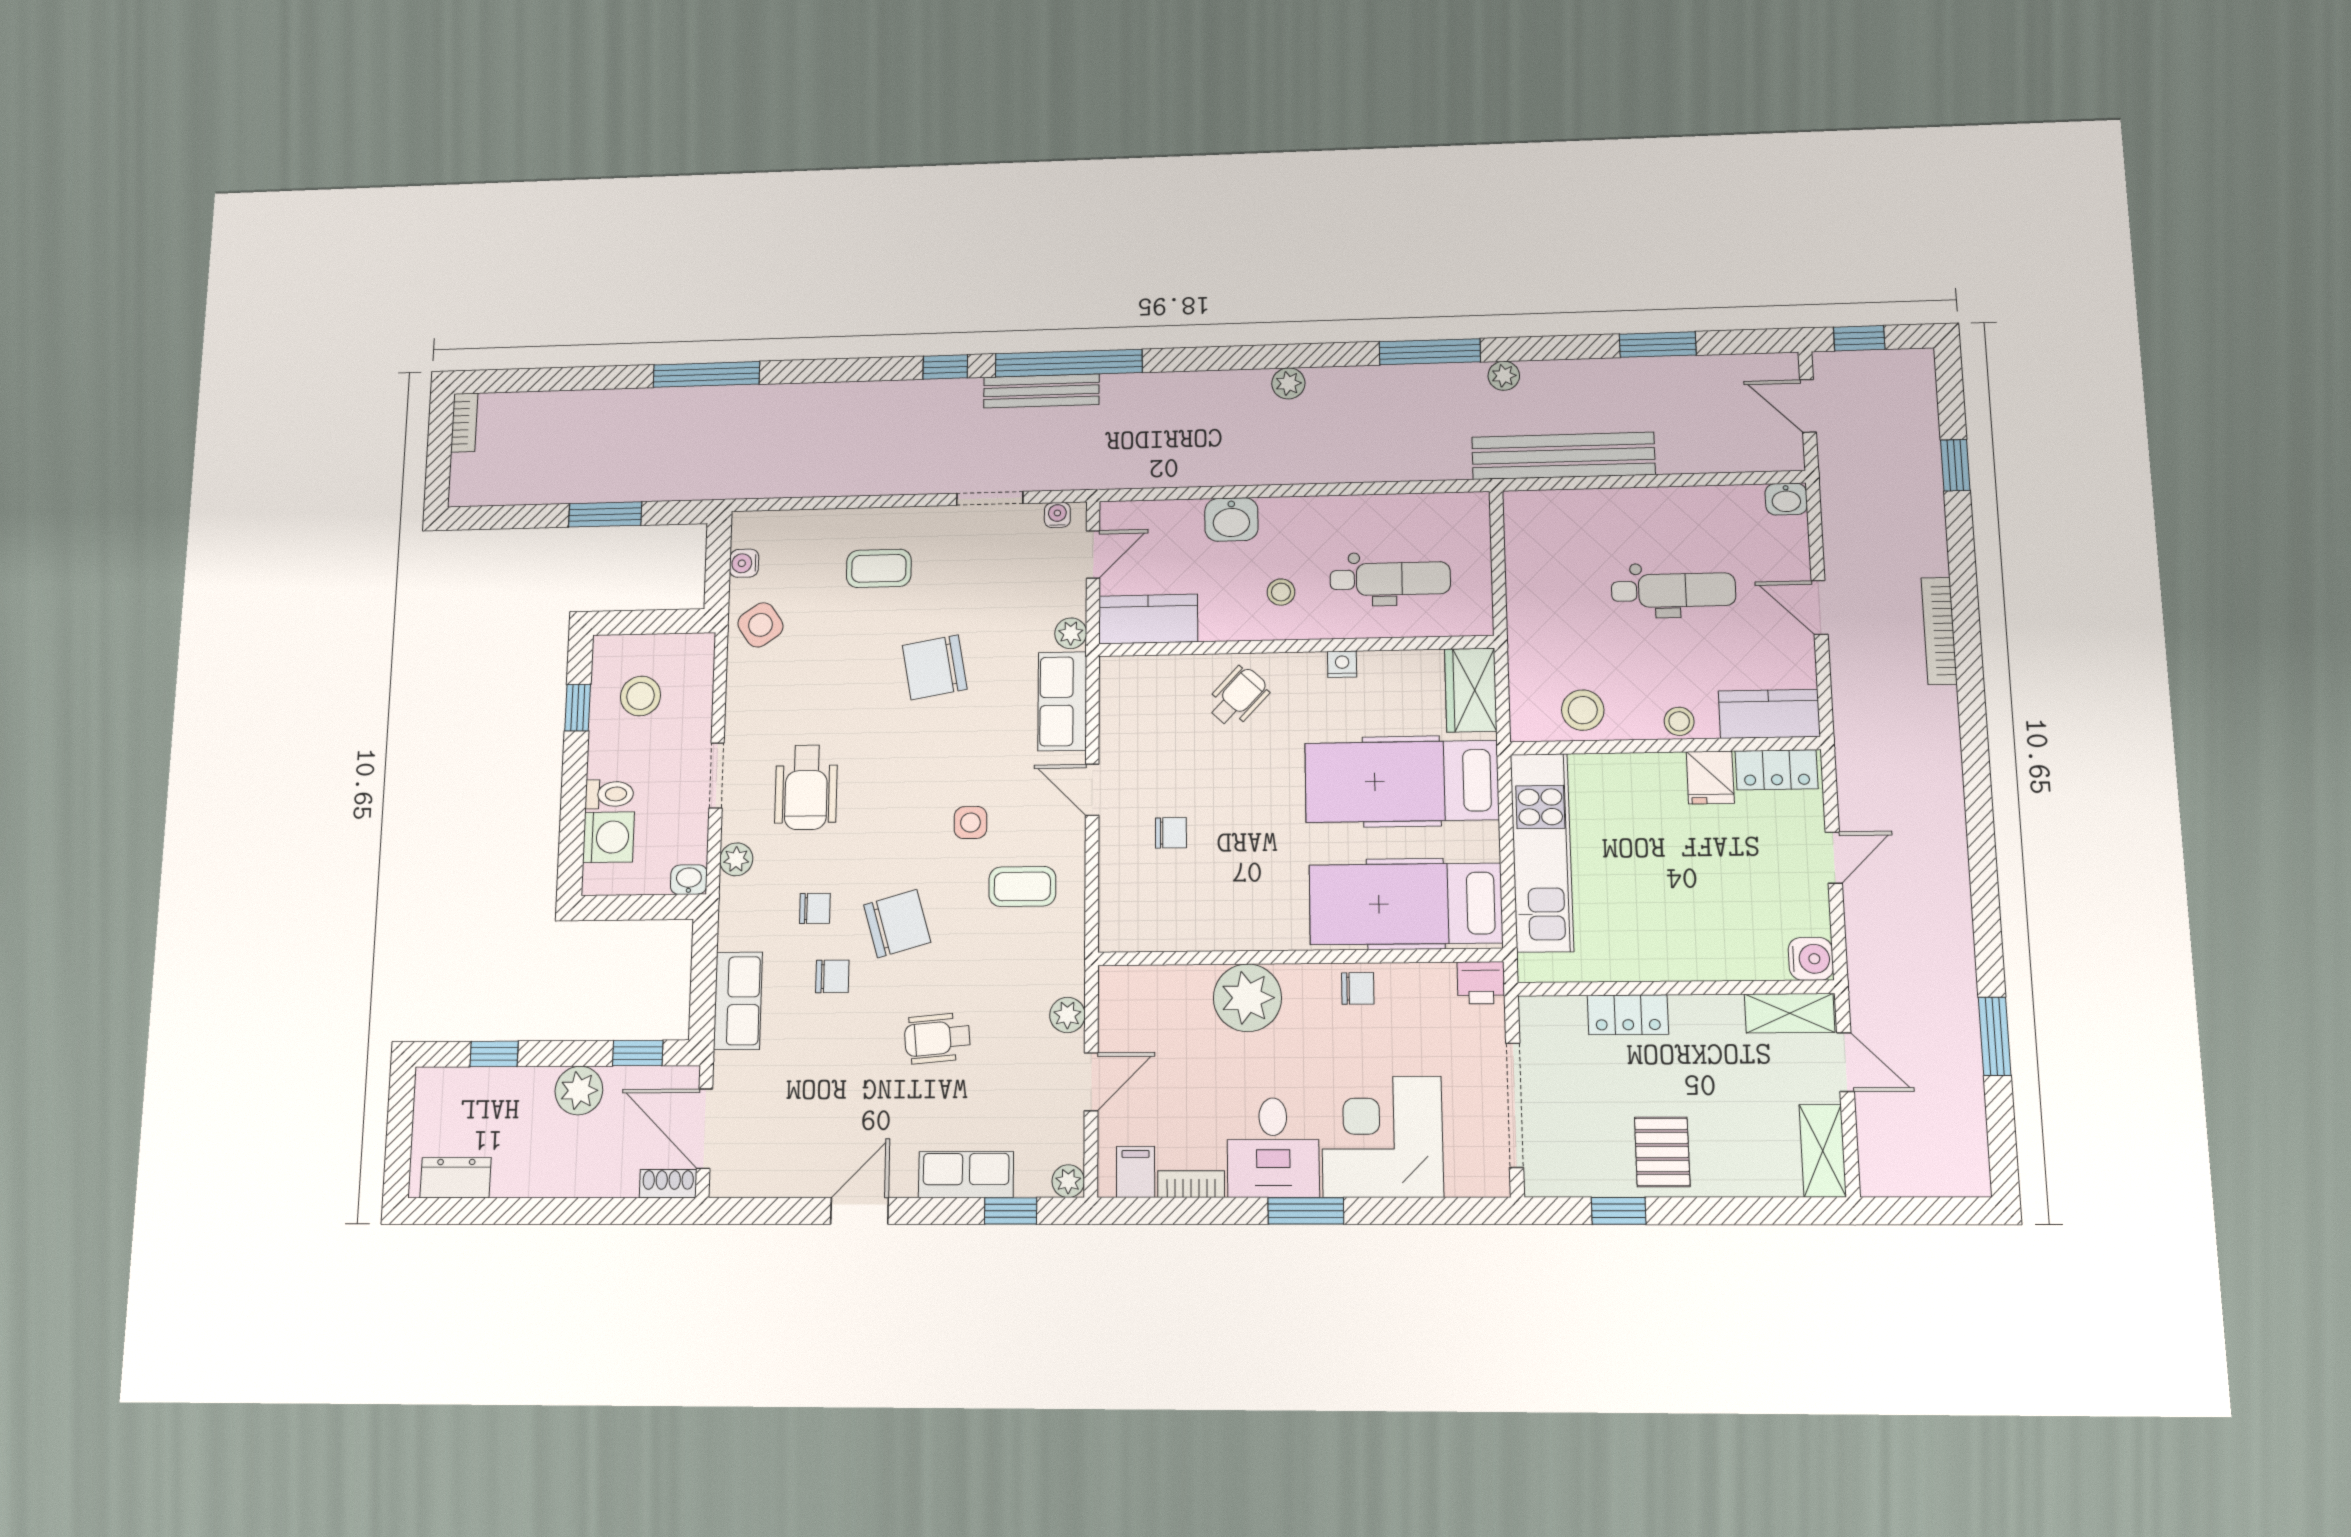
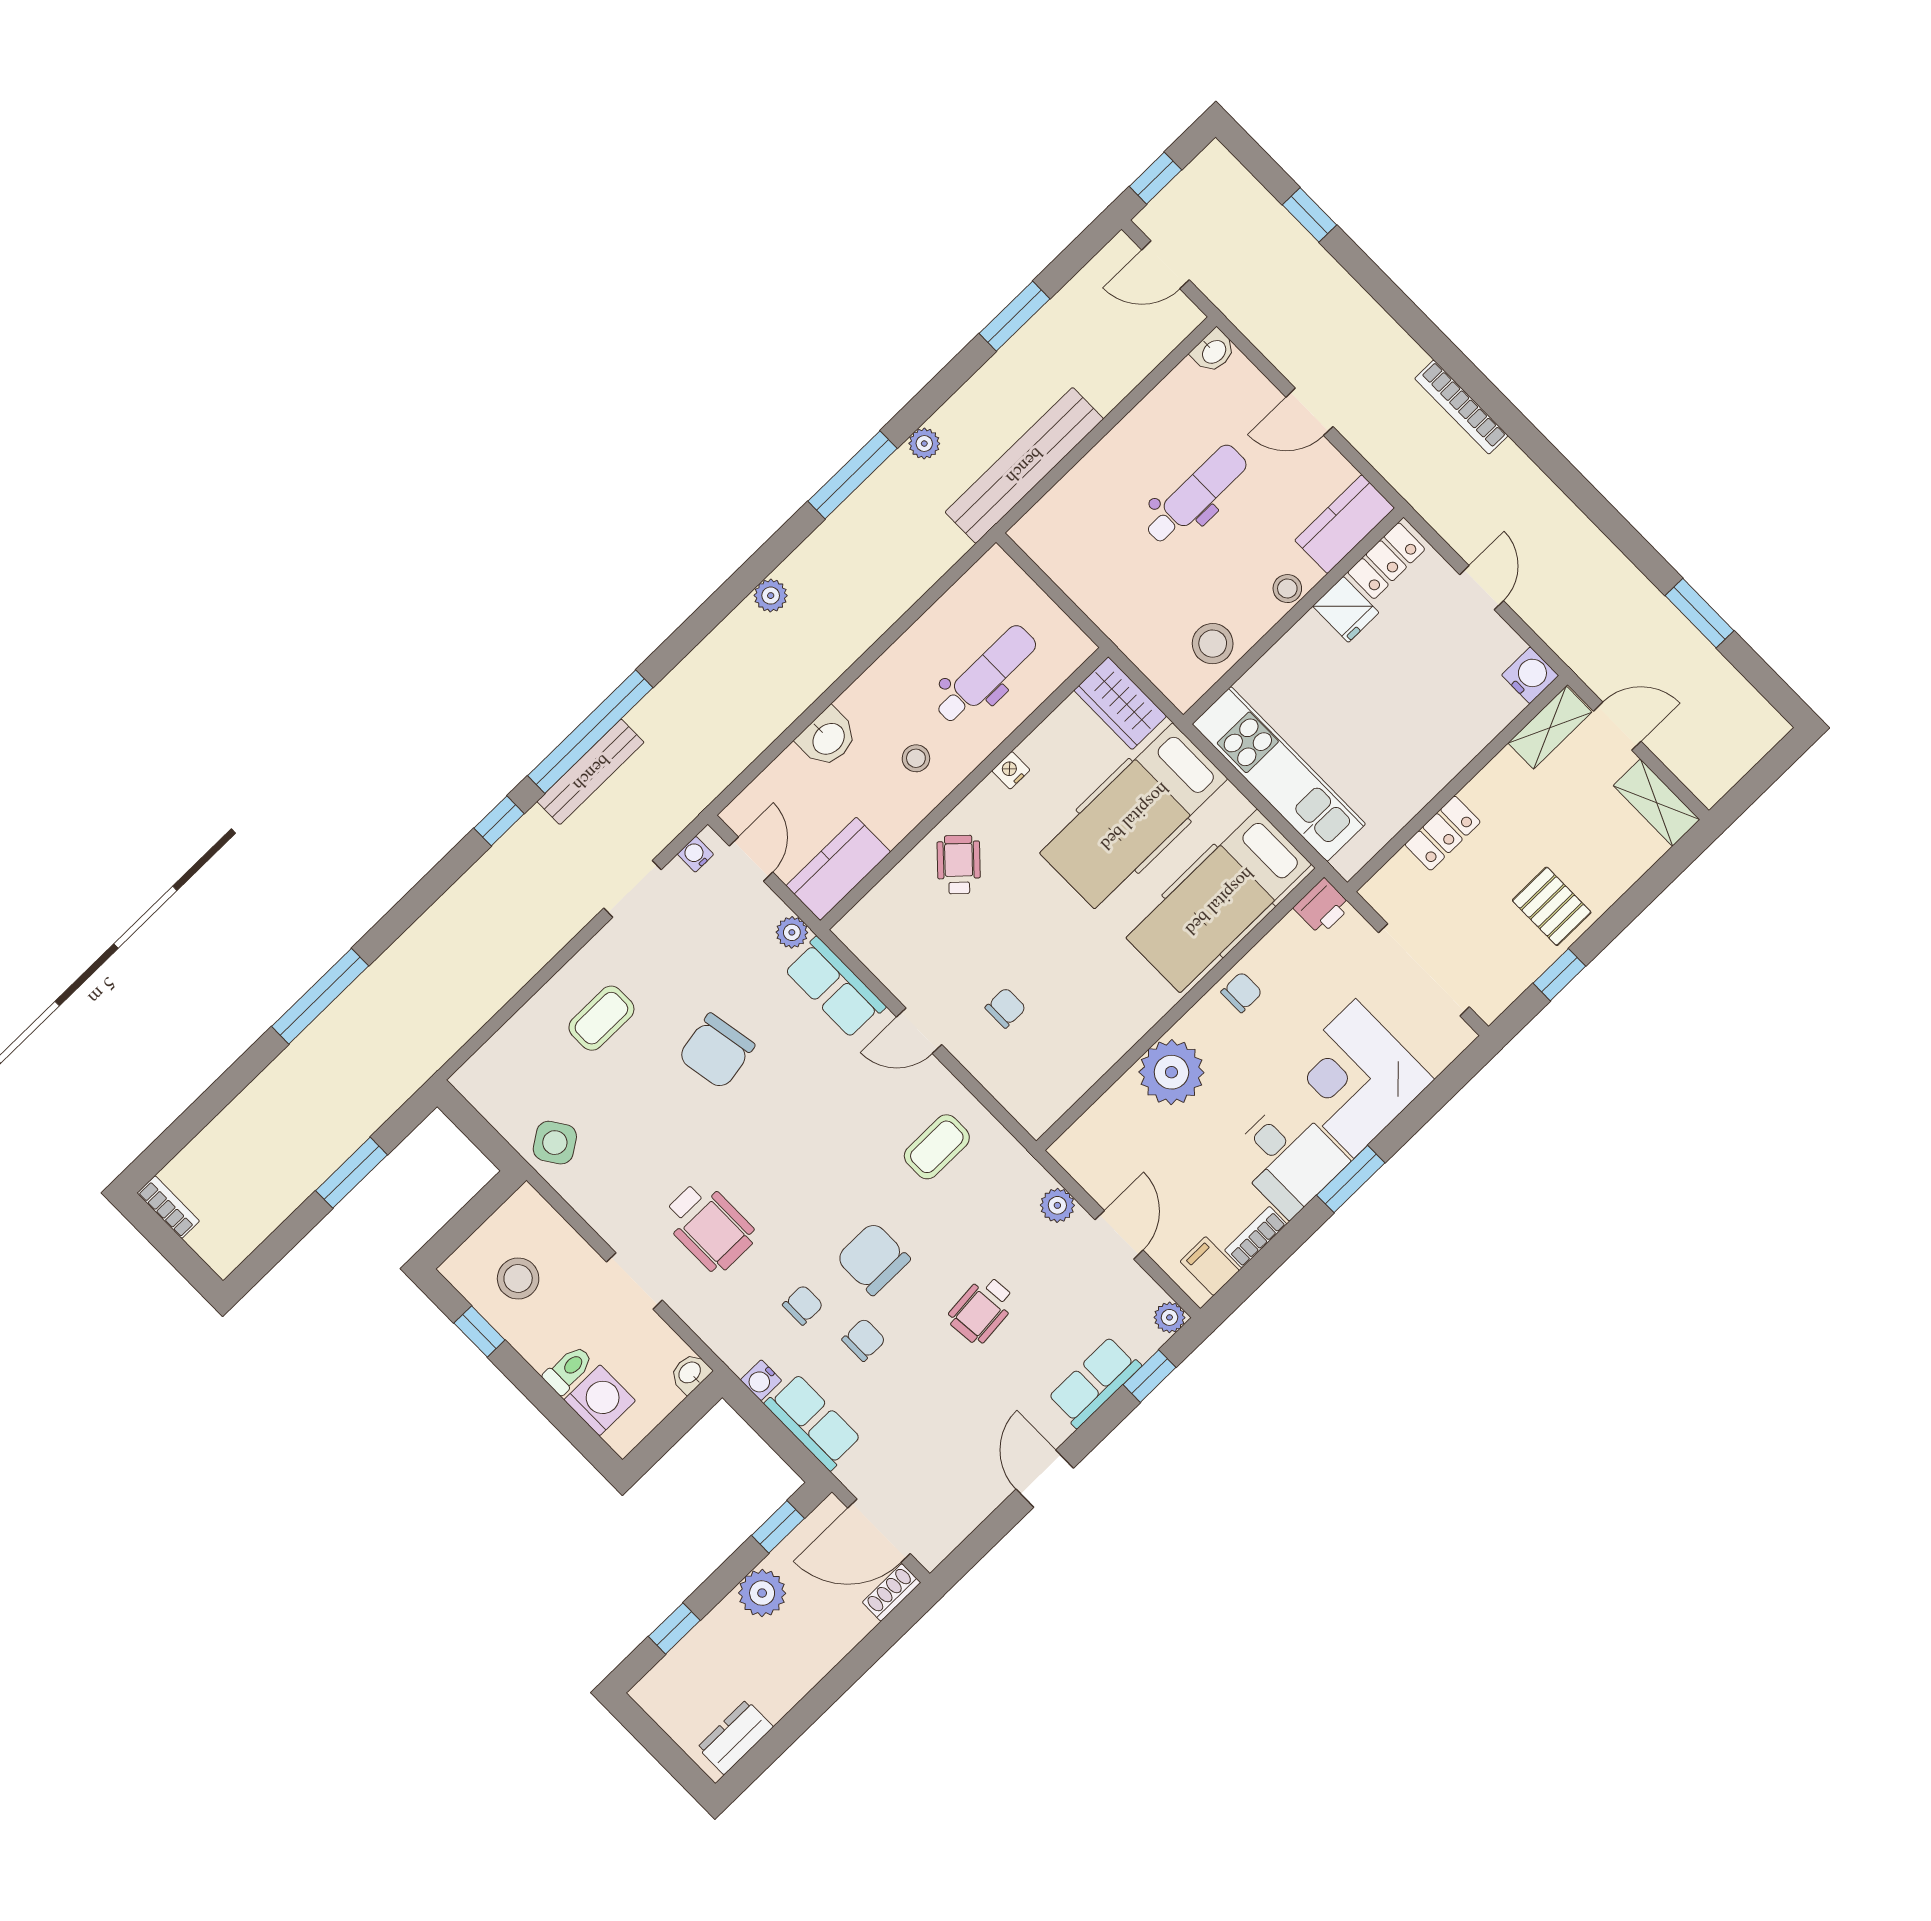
water cooler: (744, 563) -> (761, 1380), moved
bookcase: (1939, 631) -> (1461, 407), moved
side table: (970, 823) -> (855, 1137), removed
plant: (736, 859) -> (710, 1326), removed
chair: (897, 924) -> (873, 1259), turned -74

